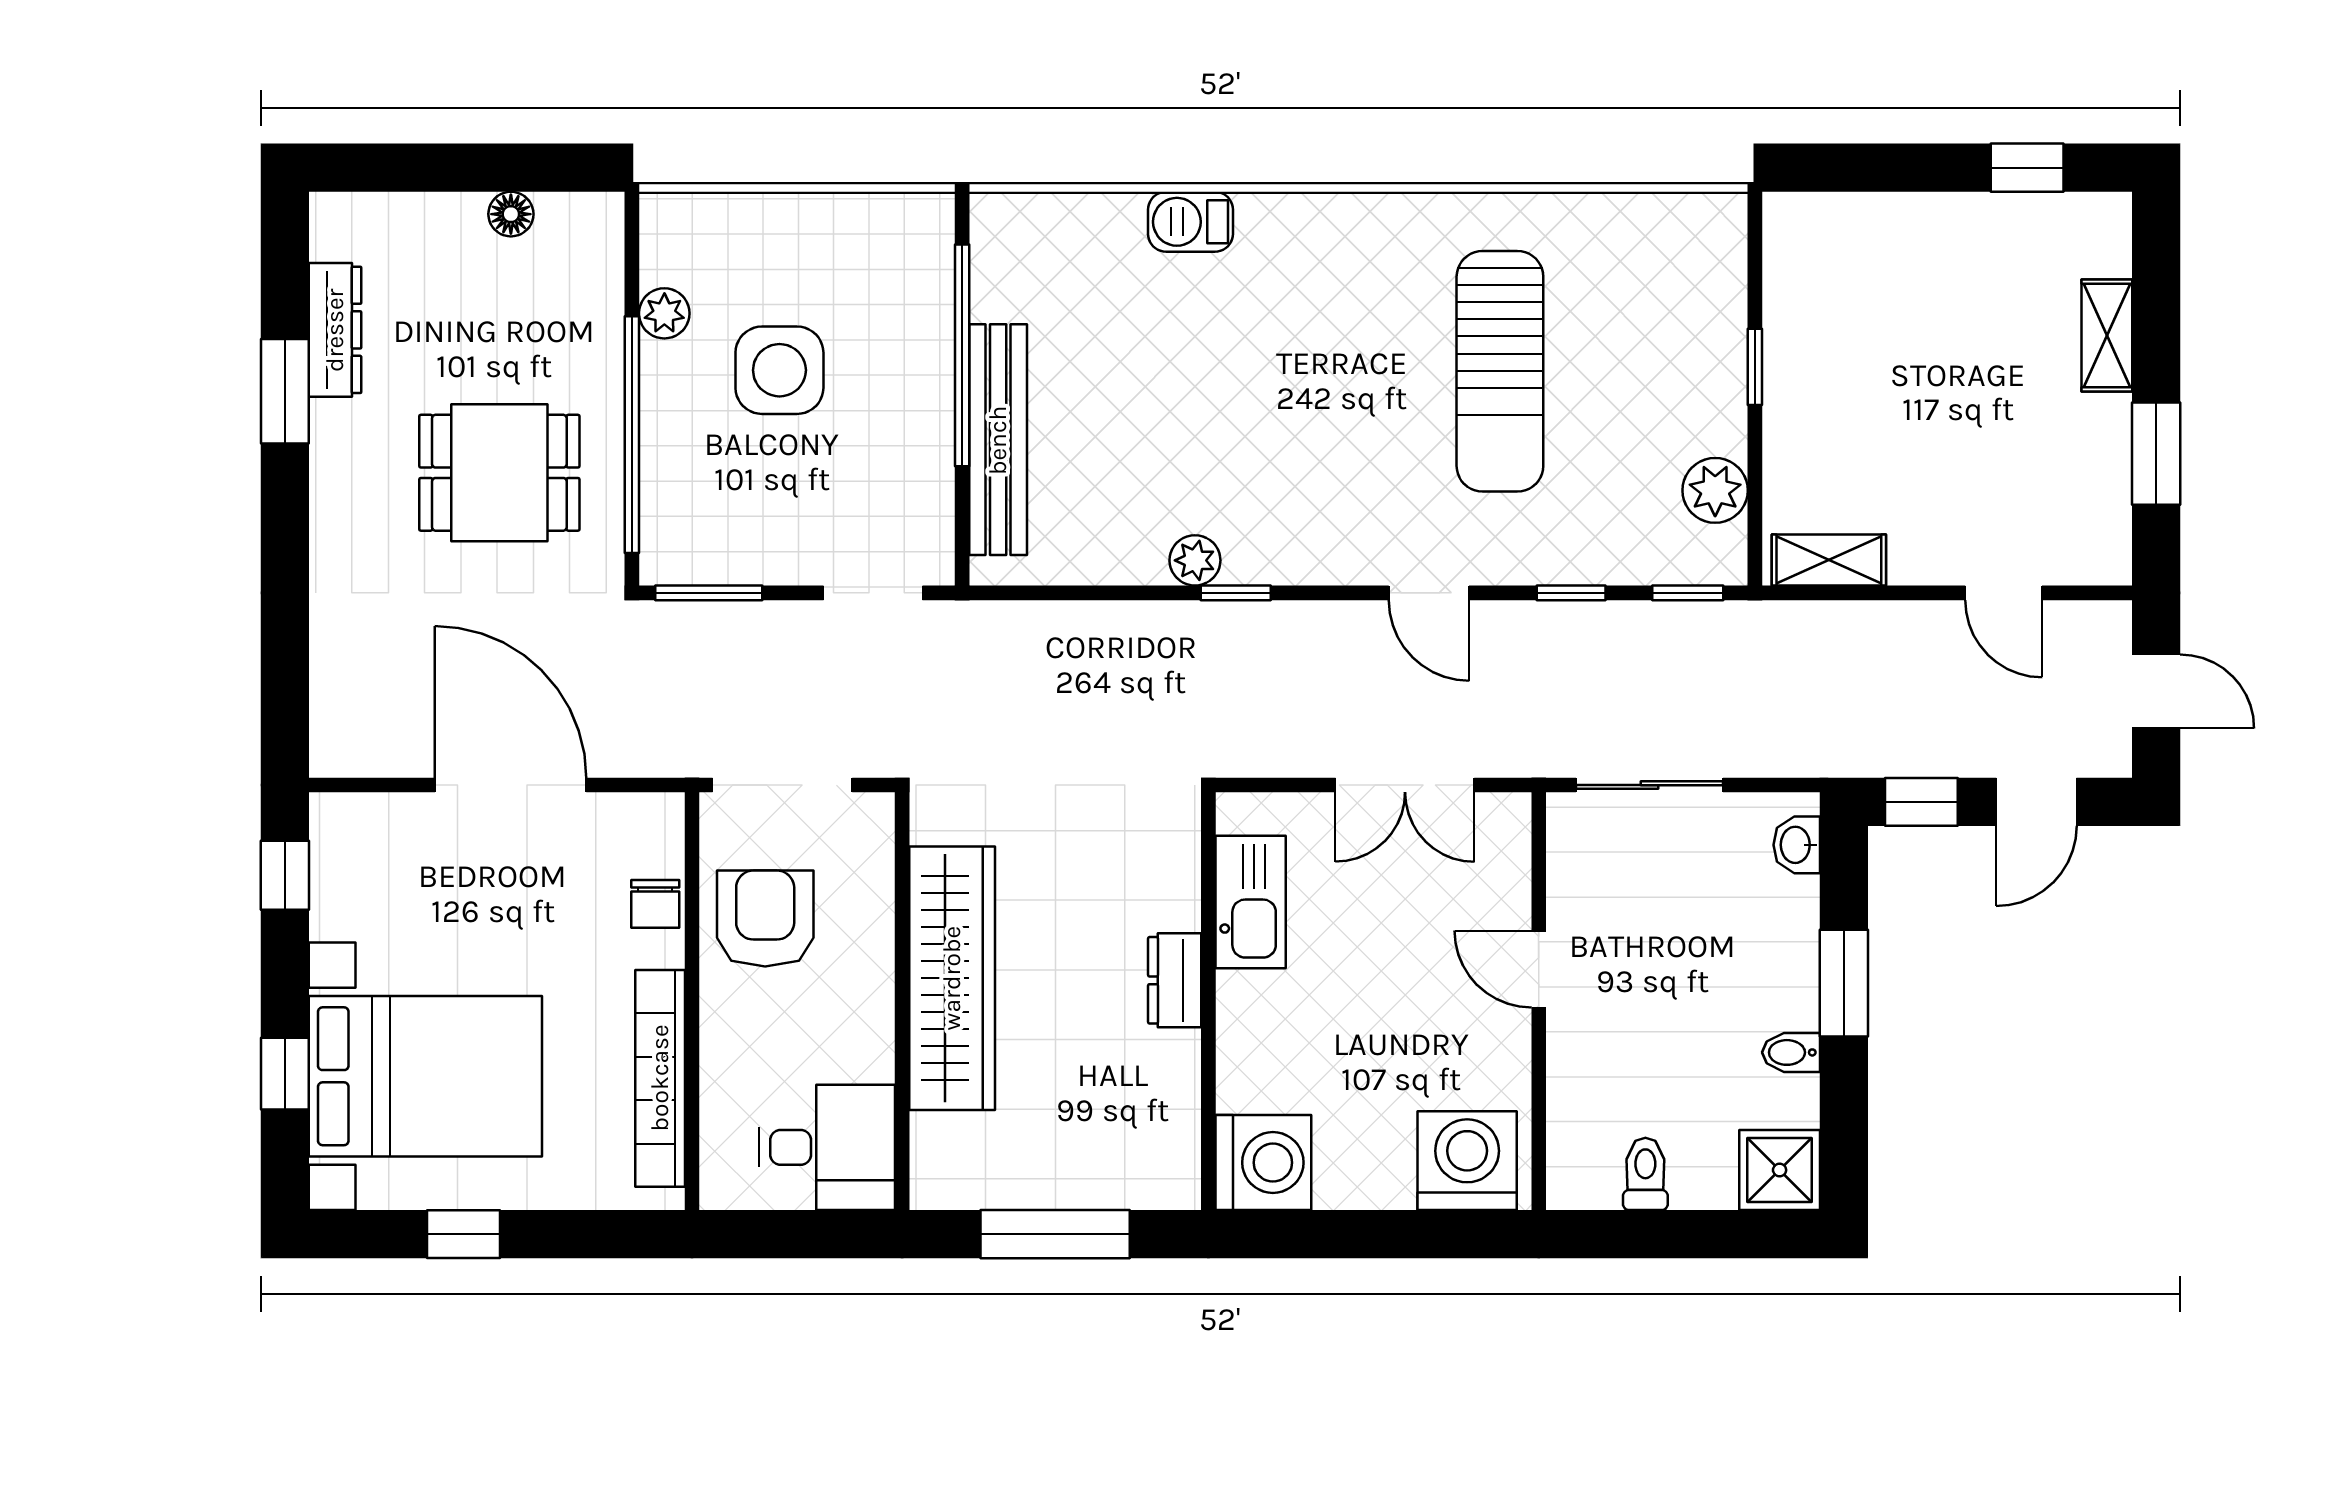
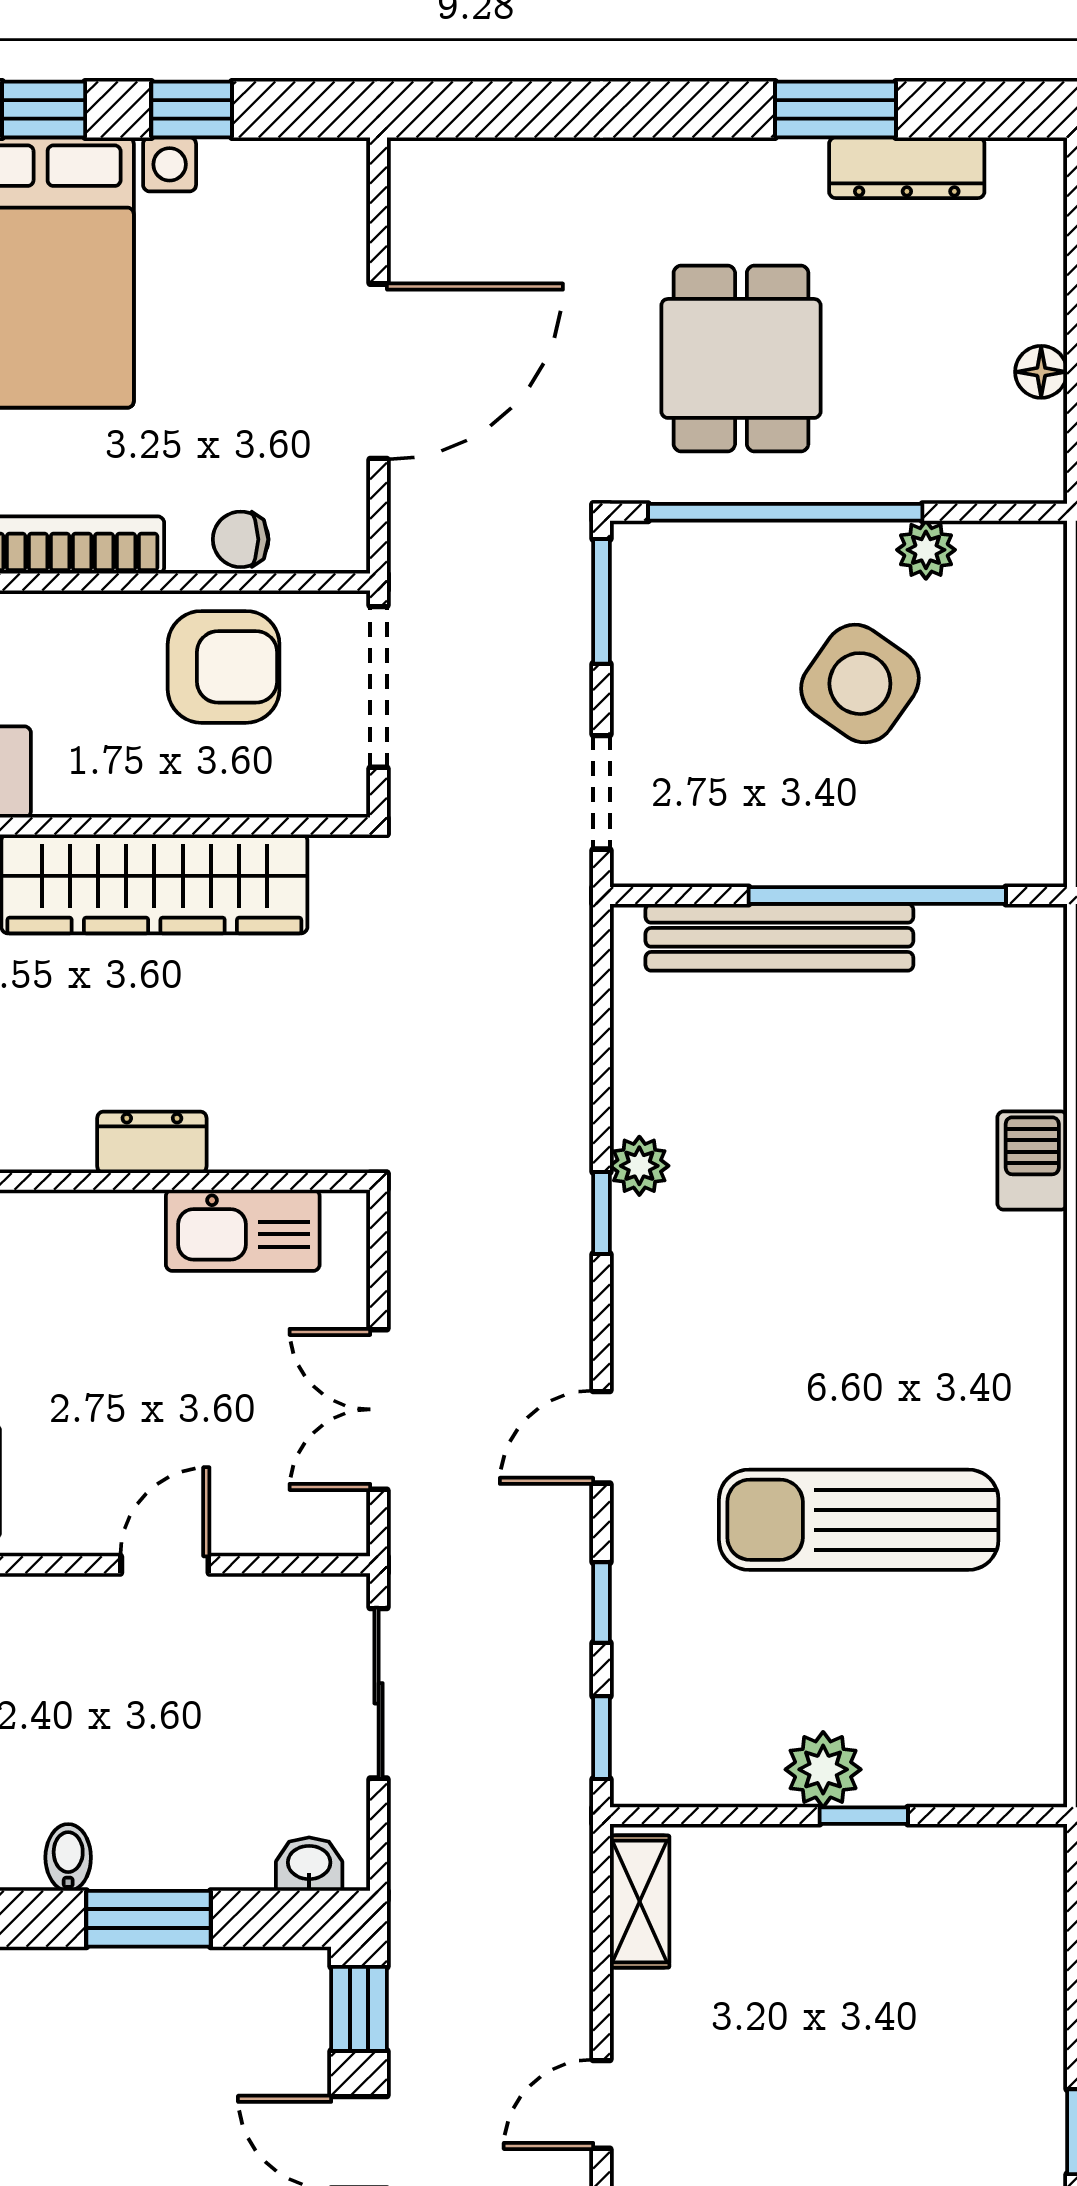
side table: (779, 370) -> (860, 684), turned 35
plant: (1715, 490) -> (823, 1769), moved
window: (285, 875) -> (192, 109), moved

